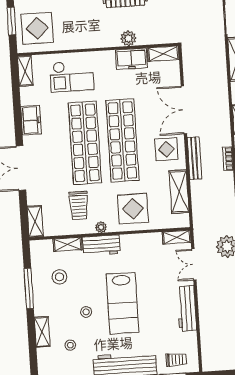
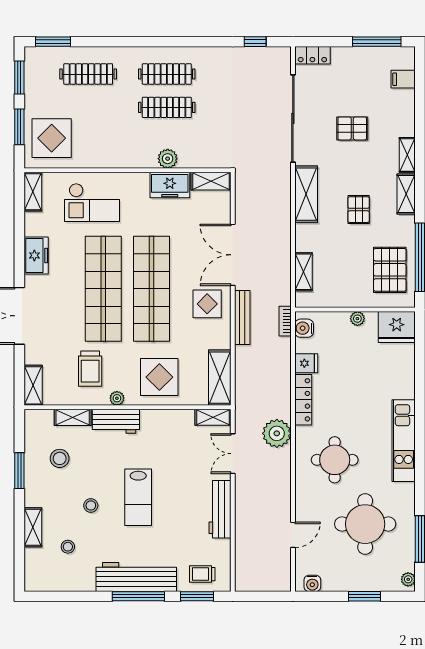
shelving: (179, 192) -> (220, 378), moved
window: (29, 288) -> (19, 471), width x0.69
lab bench: (123, 303) -> (138, 497), width x0.73, depth x0.72
trolley: (176, 360) -> (202, 574), turned 180

